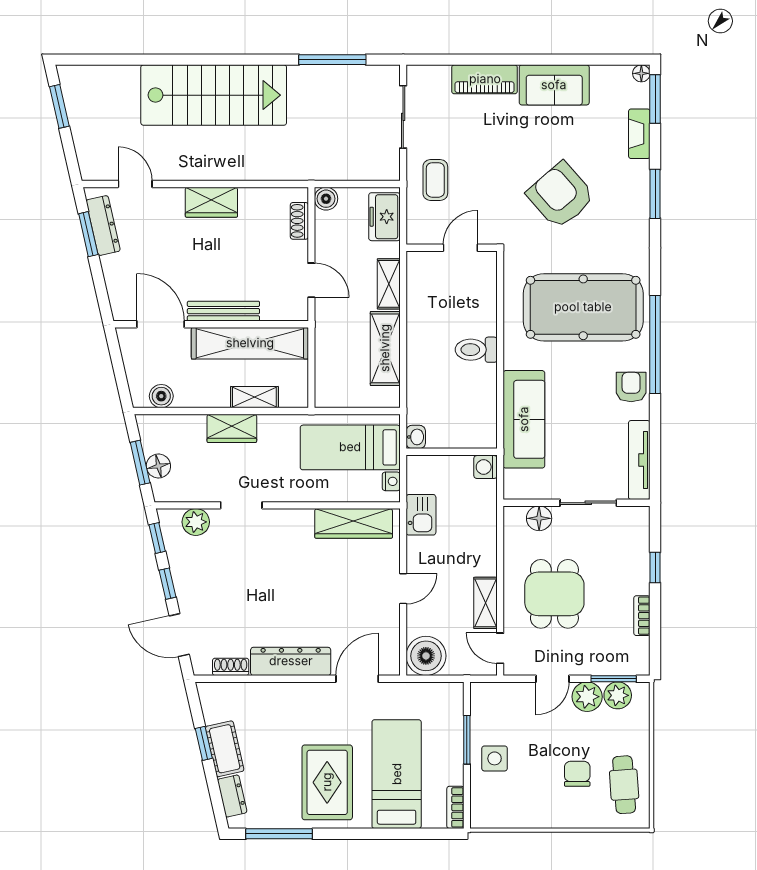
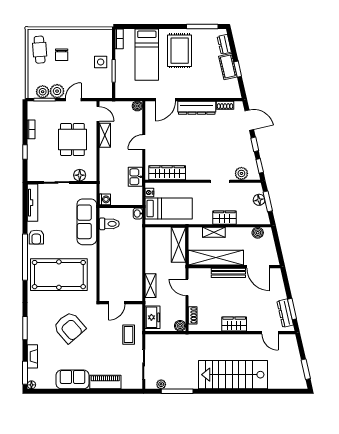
plant: (366, 75) -> (161, 384), added
shelving: (385, 348) -> (178, 245), moved
toilet: (476, 350) -> (109, 224), moved
boiler: (426, 656) -> (137, 106), width x0.54, depth x0.54

